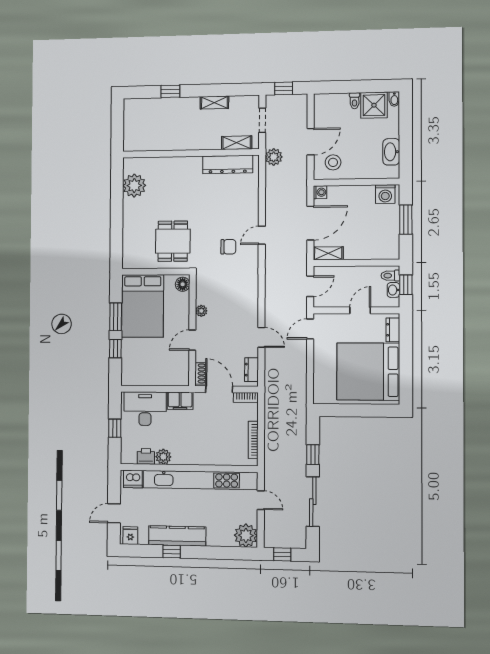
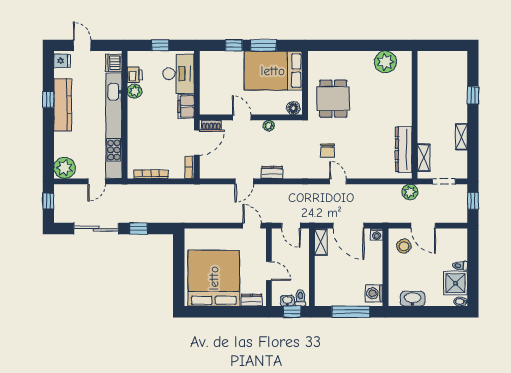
window: (406, 220) -> (351, 312), width x1.44
dining table: (173, 241) -> (333, 99), turned 90
dresser: (252, 370) -> (272, 172), moved

